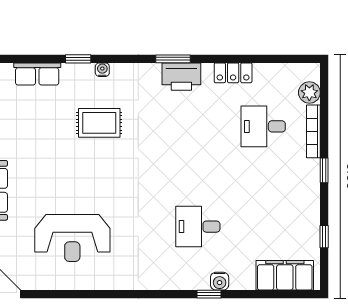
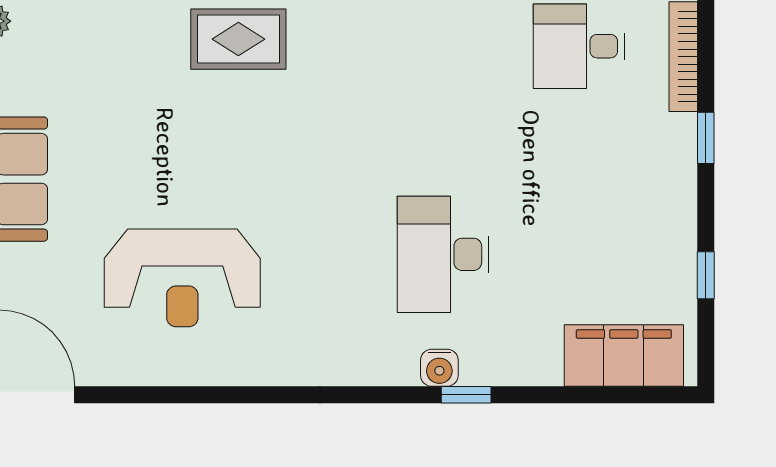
desk: (198, 227) -> (443, 254), width x1.37
water cooler: (220, 281) -> (439, 368), moved

